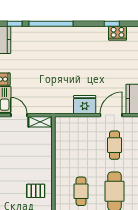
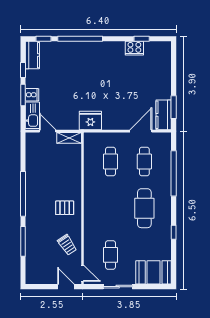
cooker: (117, 33) -> (134, 48), moved
fridge: (85, 105) -> (90, 120), moved
cafe table: (81, 191) -> (110, 161), moved

